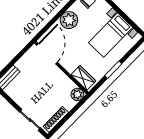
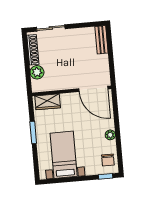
plant: (69, 20) -> (110, 135), width x0.53, depth x0.53
plant: (77, 94) -> (37, 72), moved

